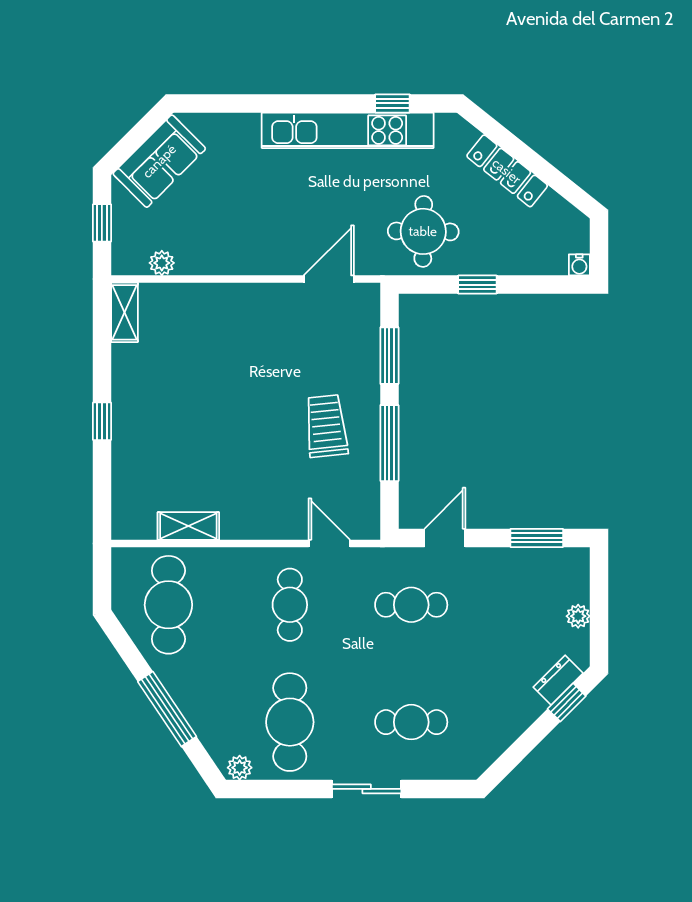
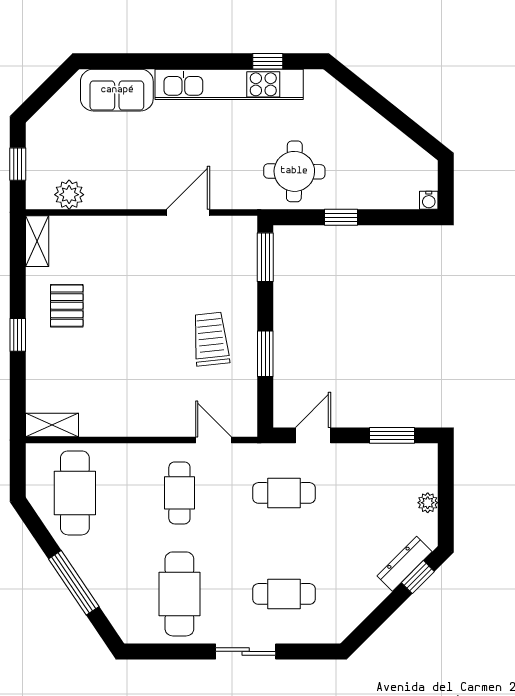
sofa: (159, 161) -> (117, 90), moved, turned 45
locker: (507, 171) -> (367, 119), removed
plant: (162, 263) -> (69, 195), width x1.38, depth x1.38
door: (329, 279) -> (188, 212), moved
window: (389, 356) -> (265, 257), moved
pallet: (159, 387) -> (67, 306), added
window: (389, 443) -> (265, 354), width x0.69
shelving: (188, 526) -> (52, 425), moved
dresser: (558, 680) -> (404, 564), width x1.44
plant: (240, 768) -> (136, 633), removed

